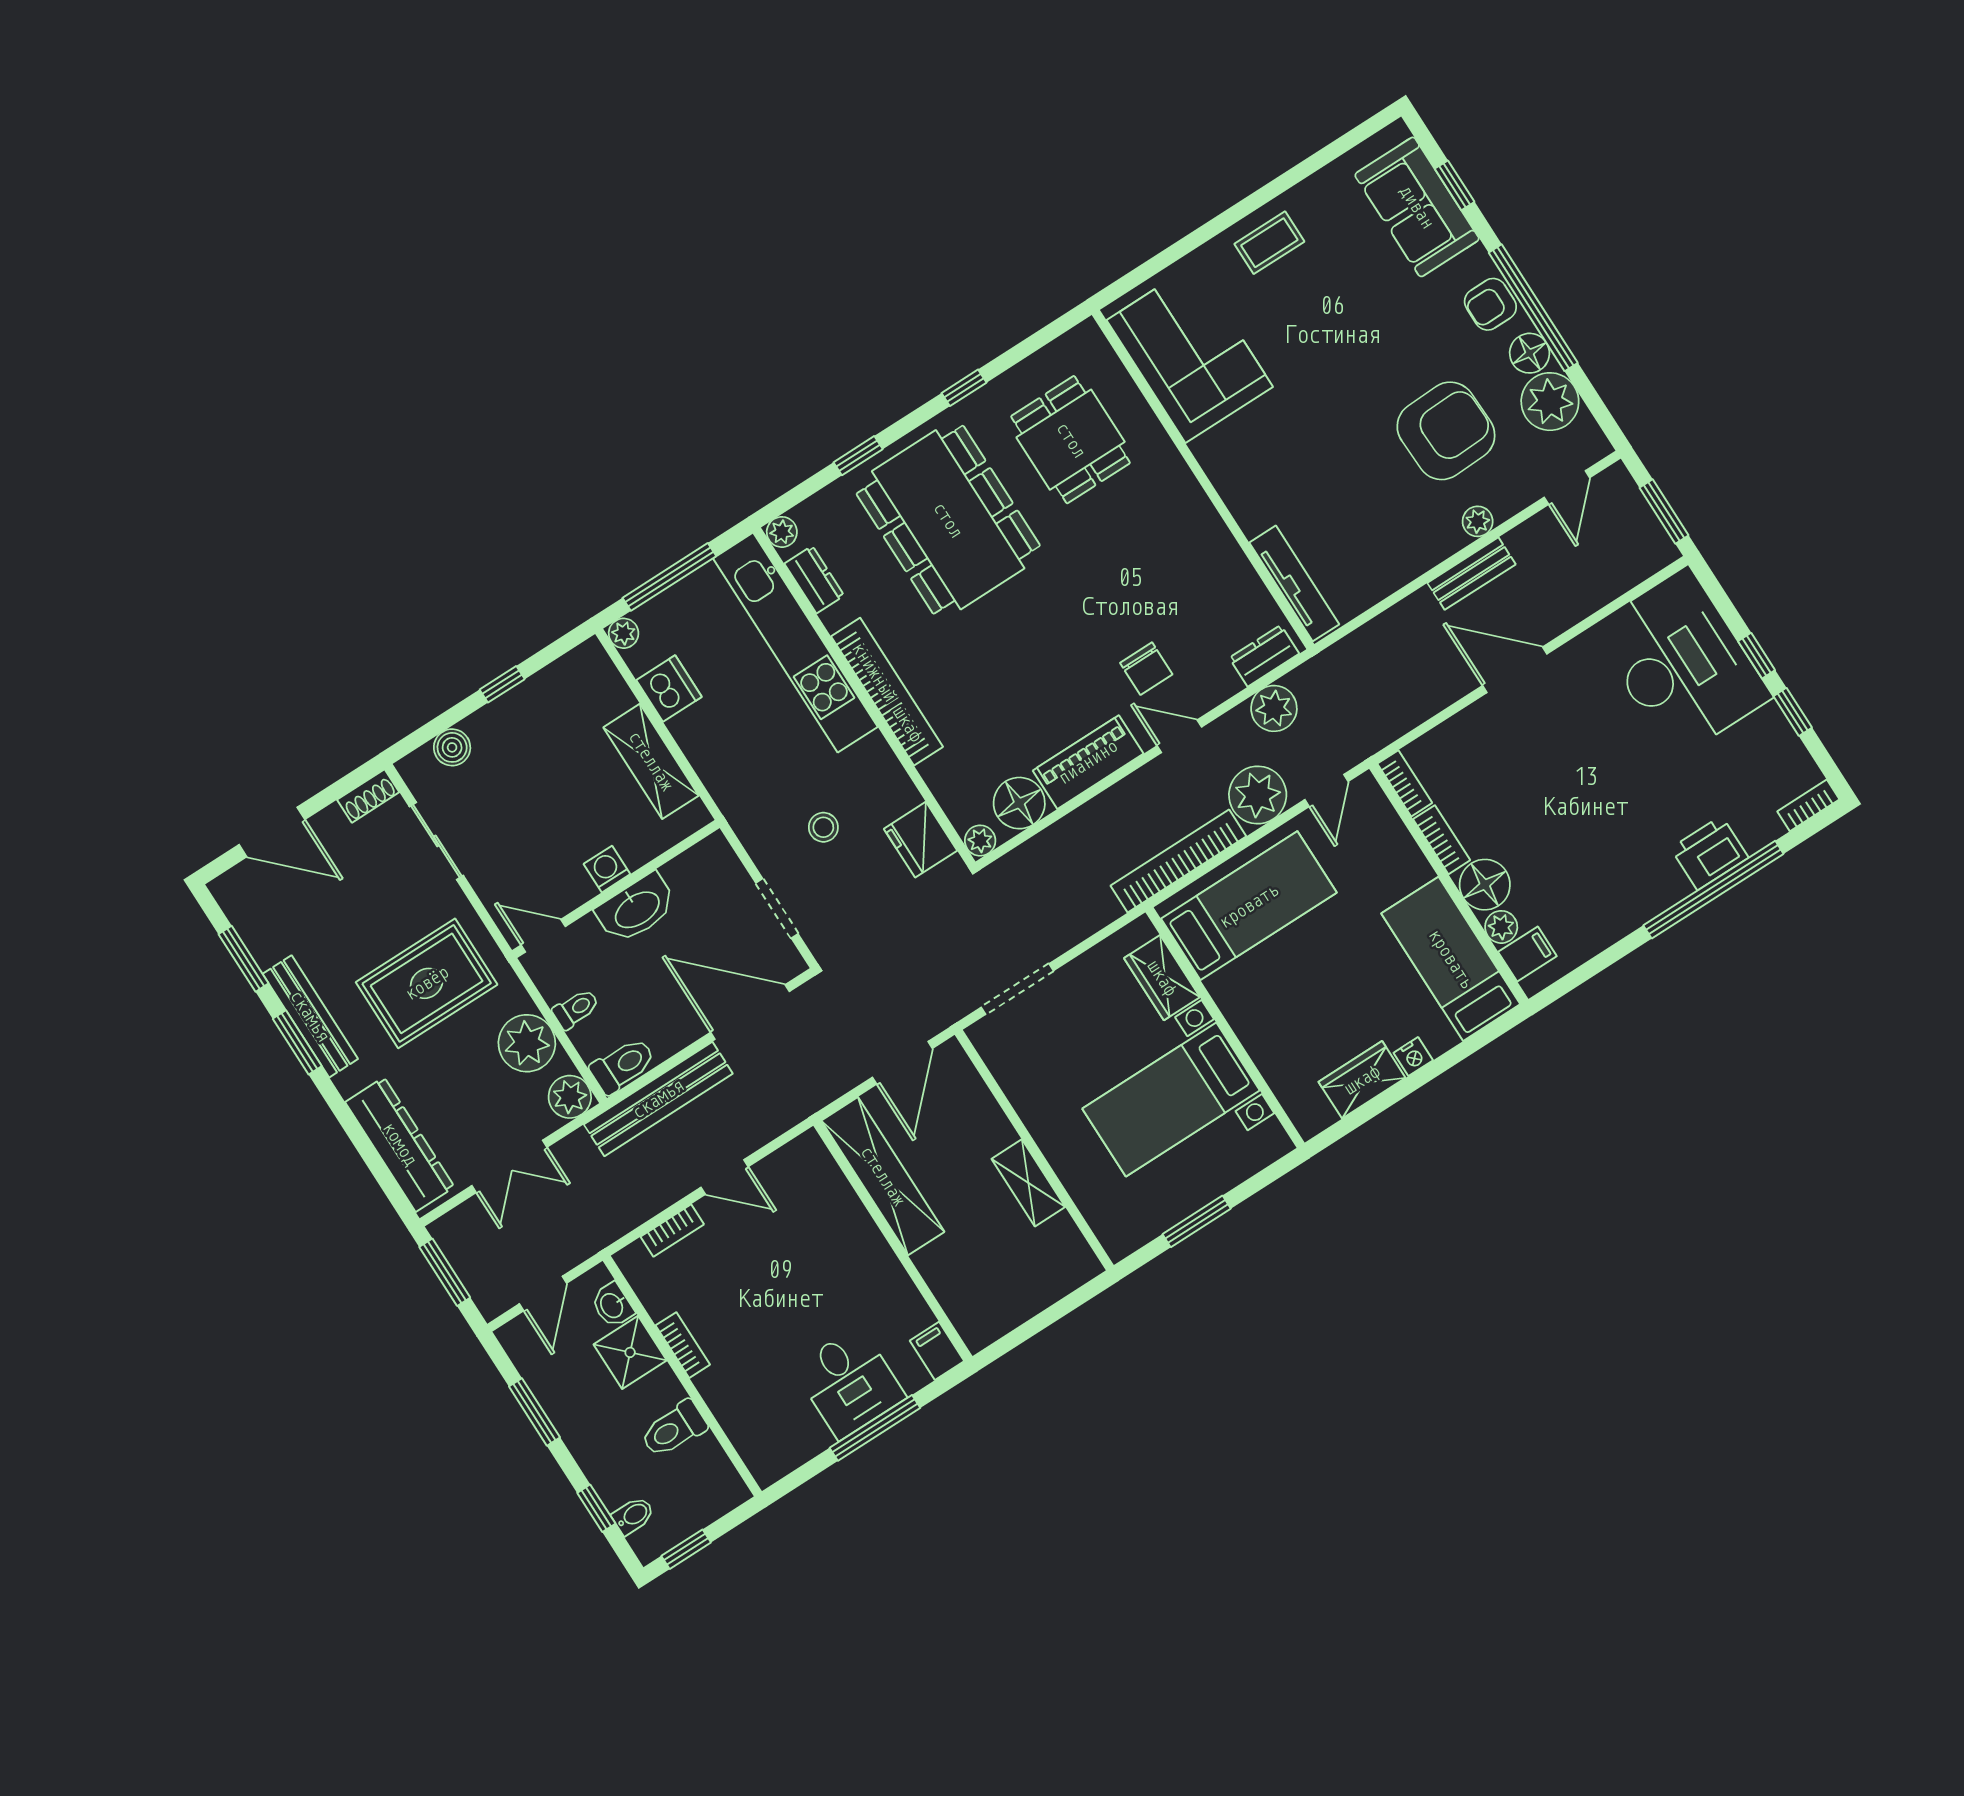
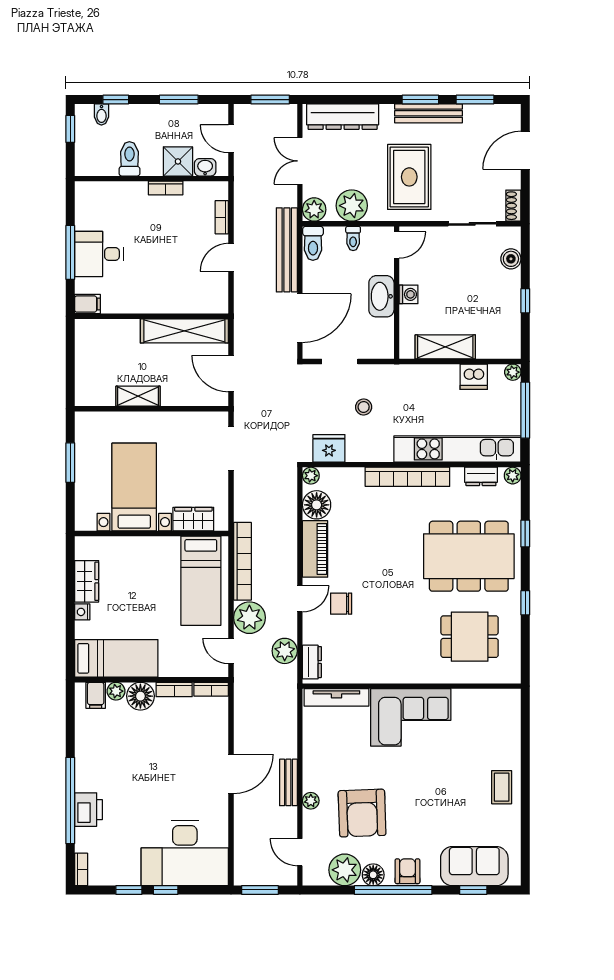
corner sofa: (1190, 354) -> (411, 717), moved

